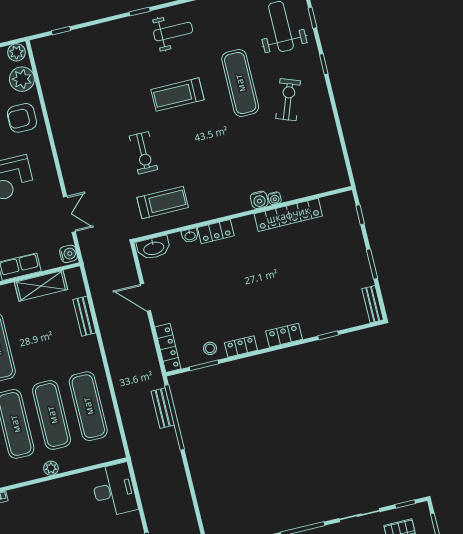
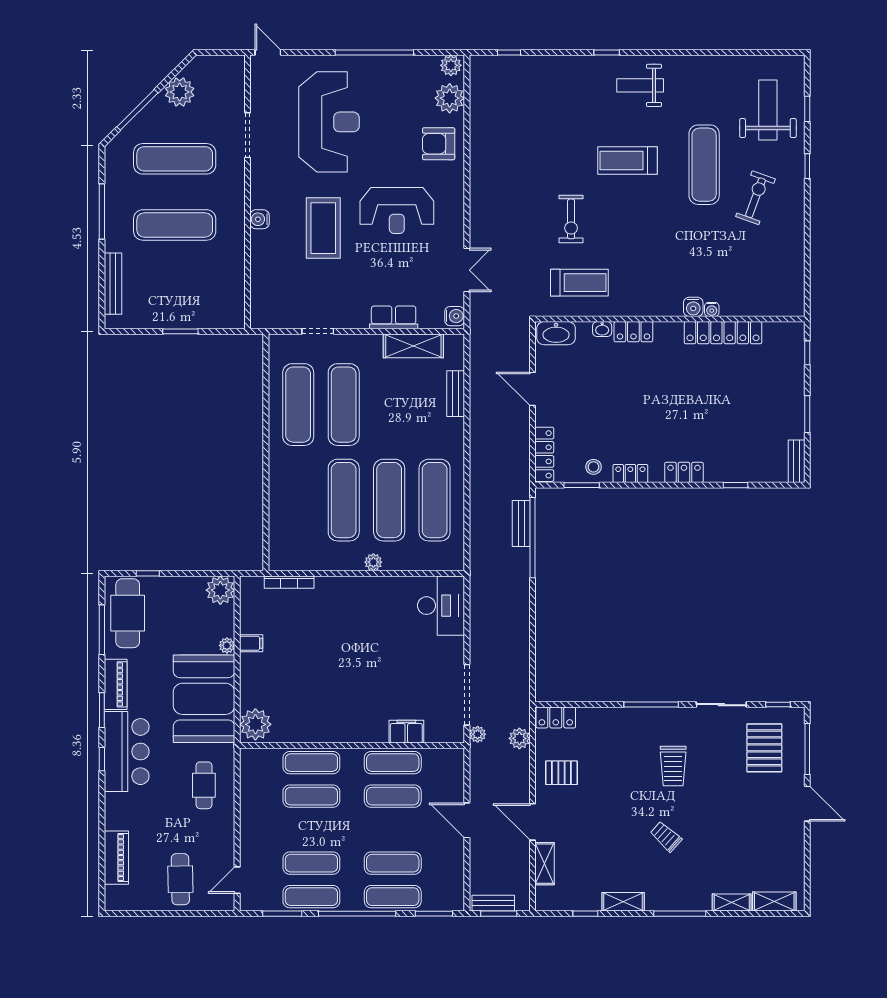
weight bench: (173, 32) -> (640, 85), turned 180

